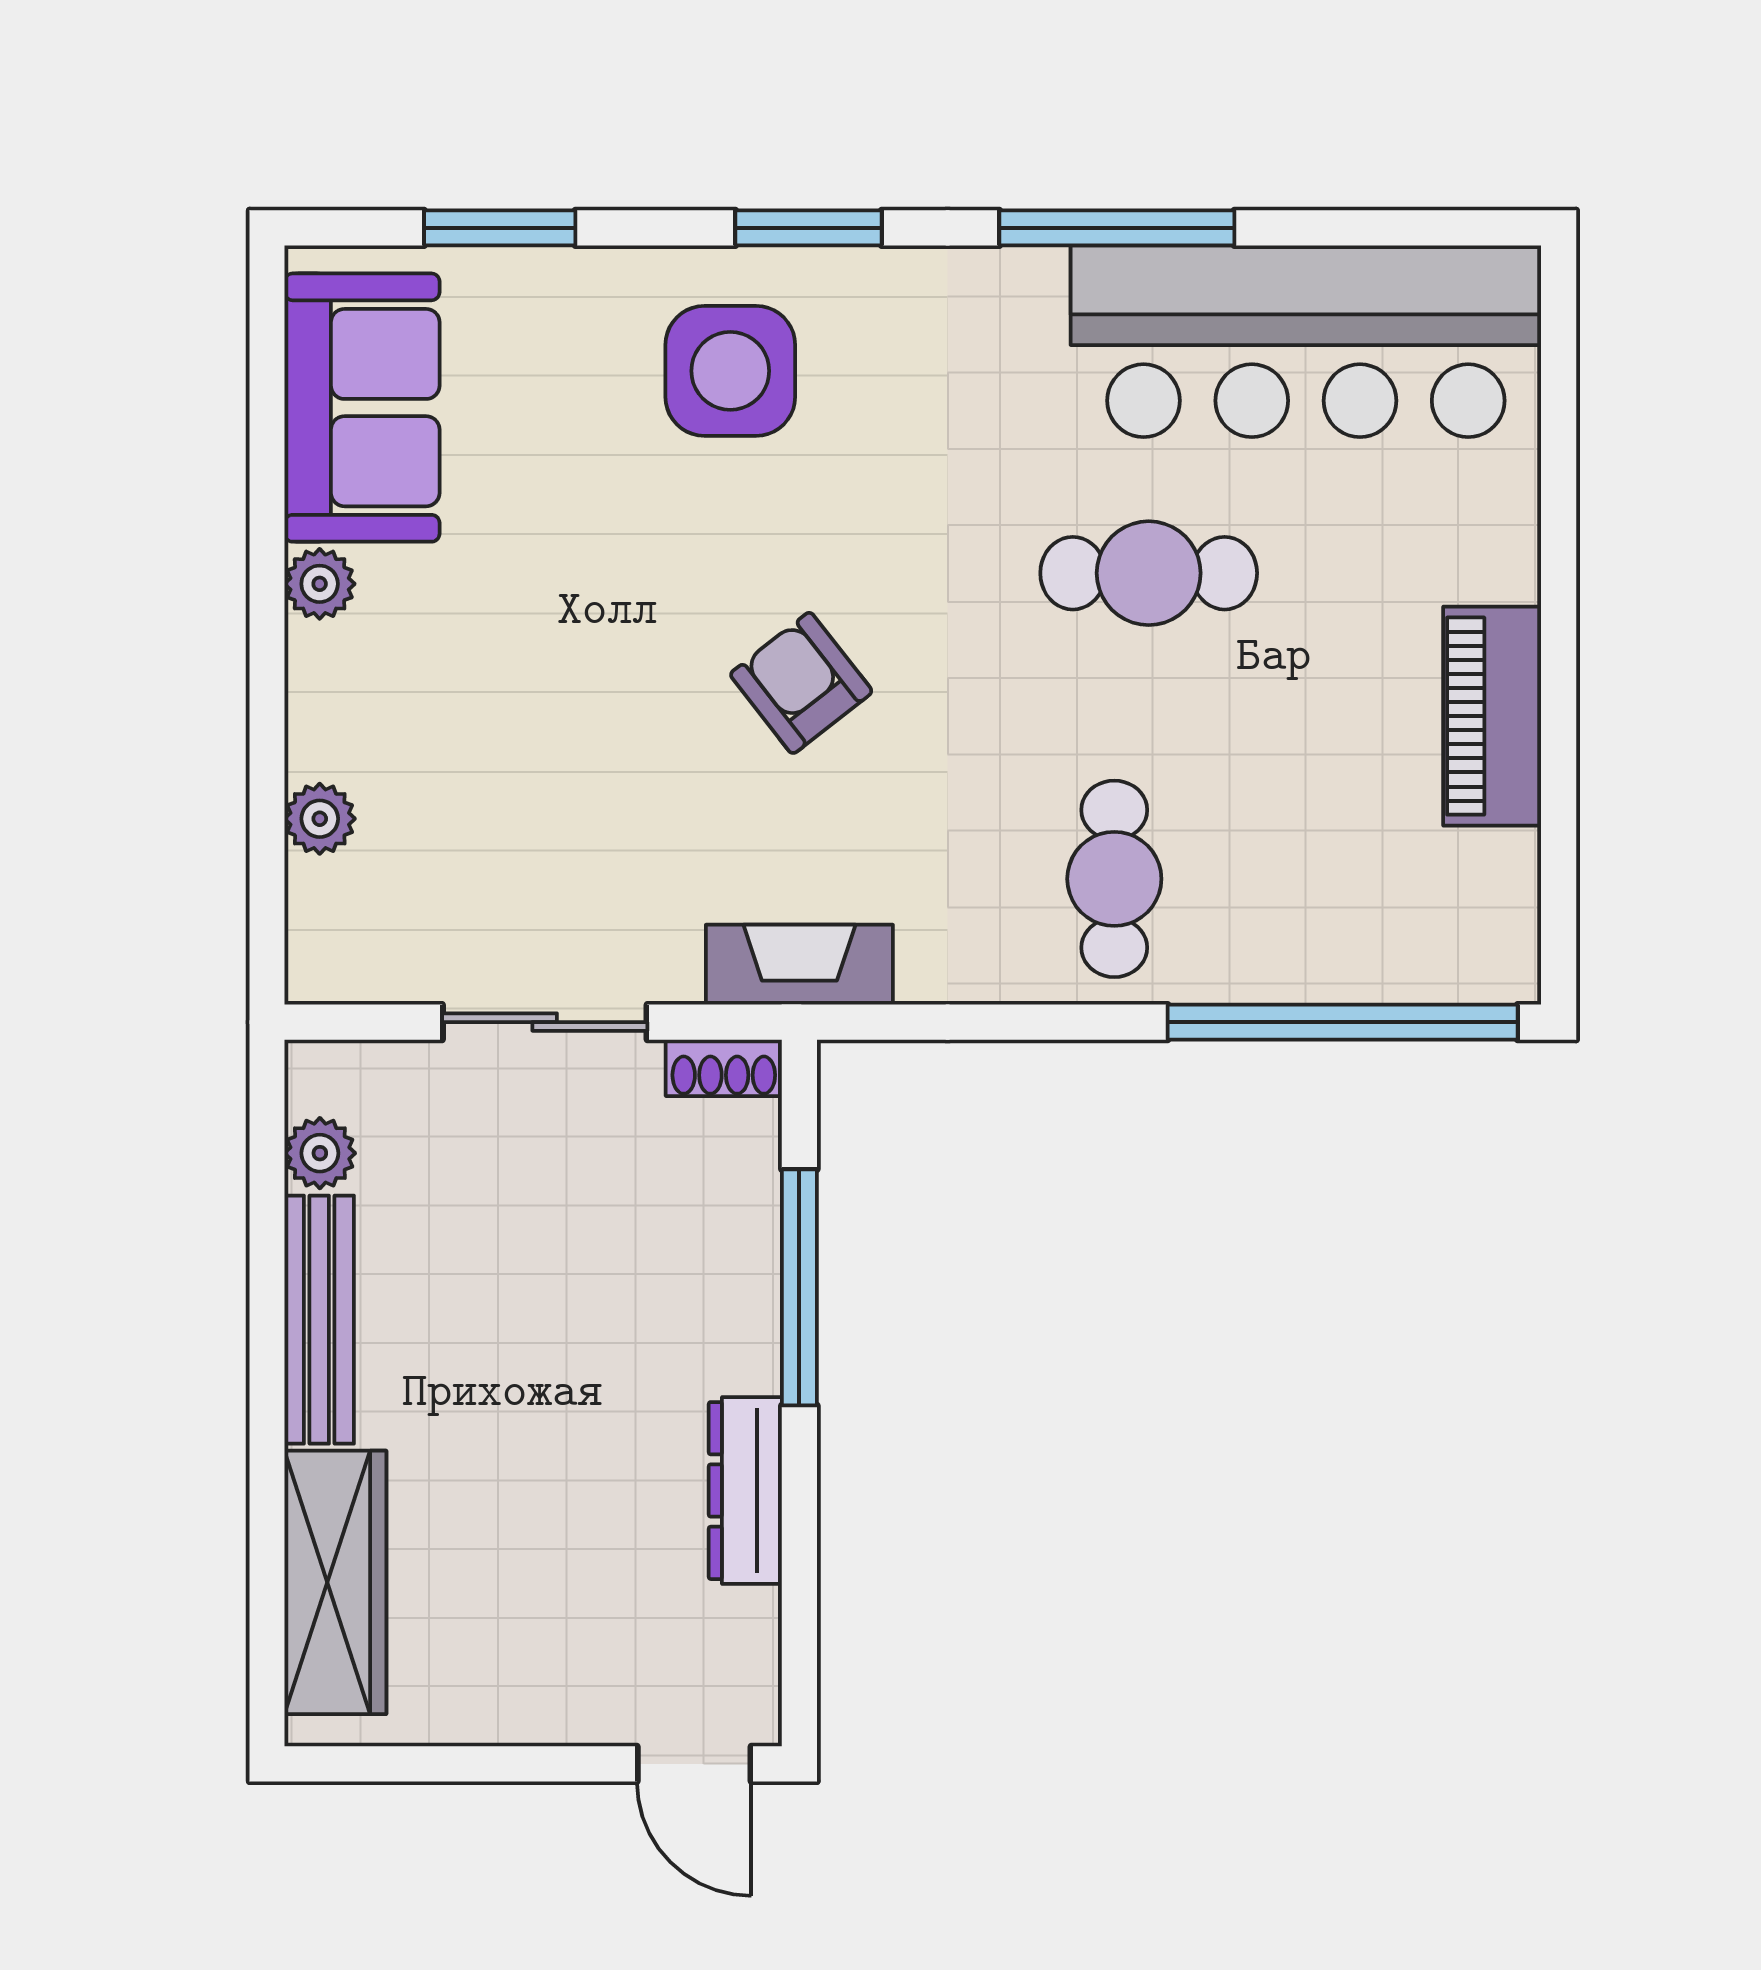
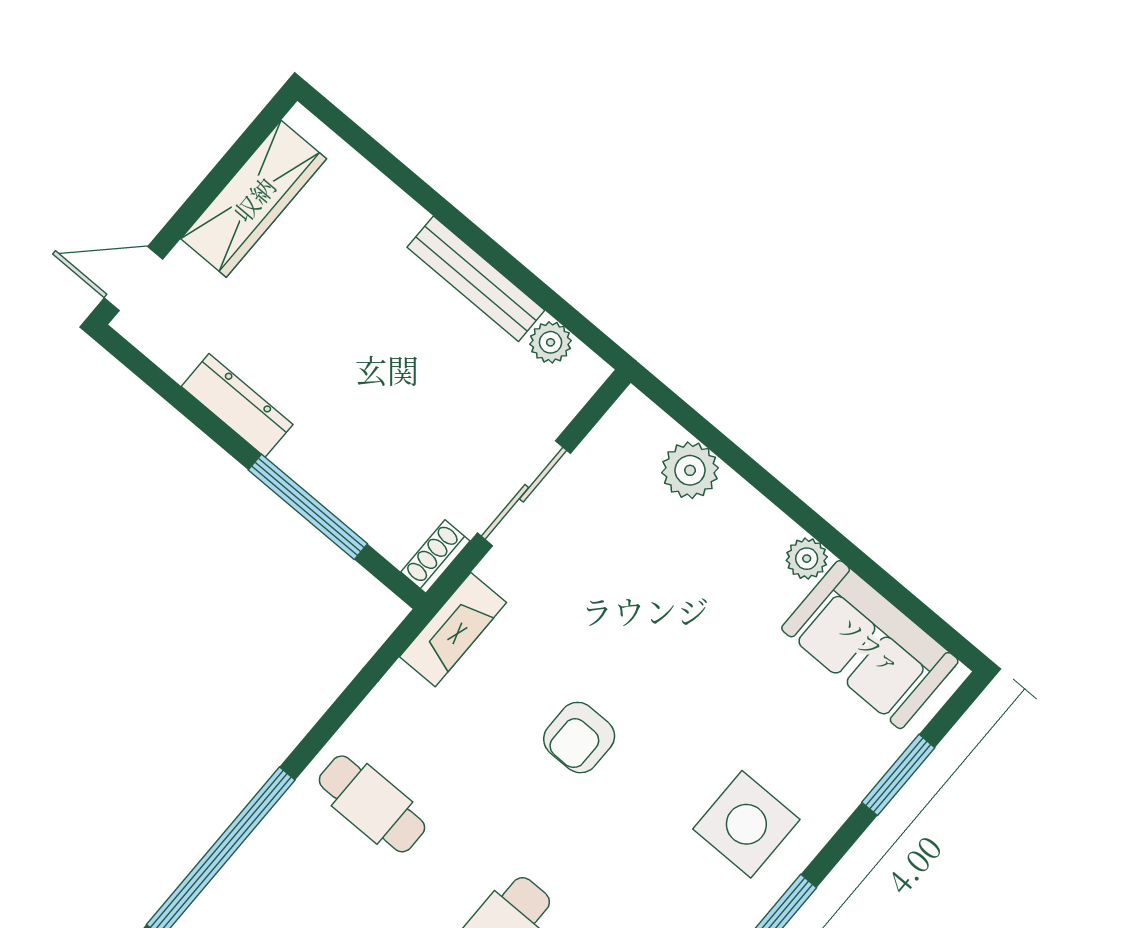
armchair: (801, 683) -> (579, 738), turned 128
plant: (320, 819) -> (690, 470), width x1.38, depth x1.38
wardrobe: (335, 1582) -> (254, 199), moved, turned -90

